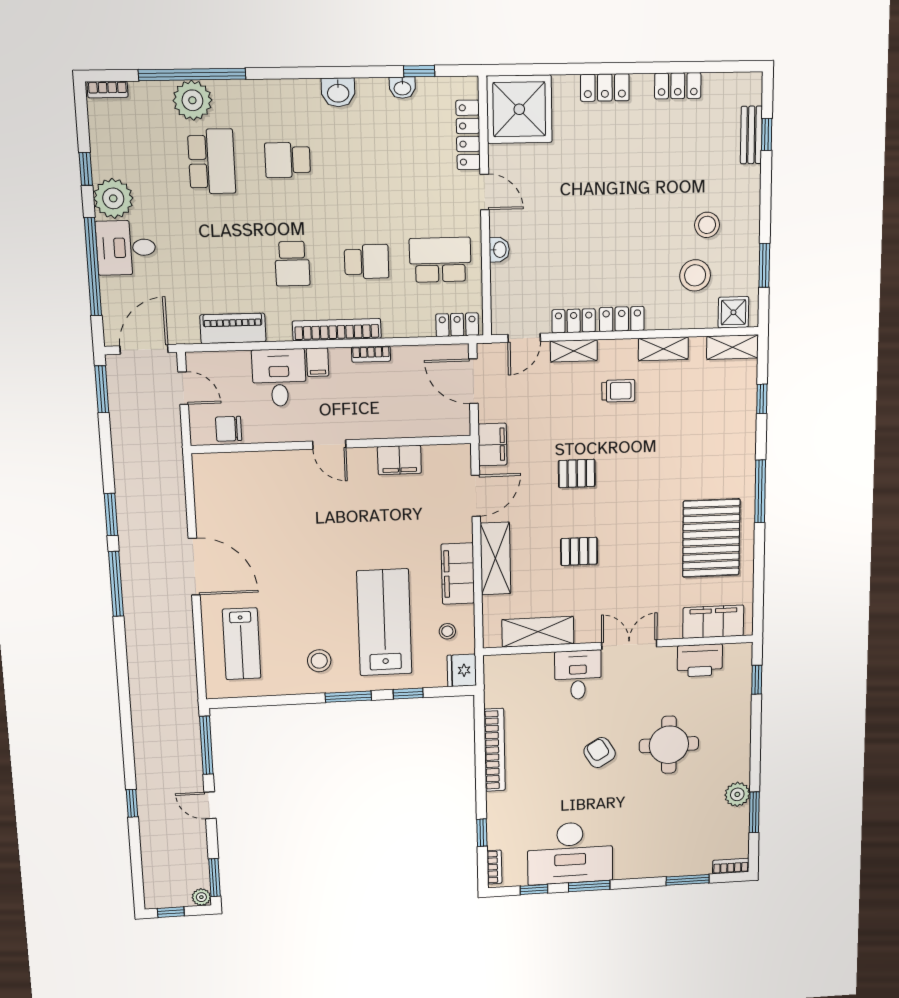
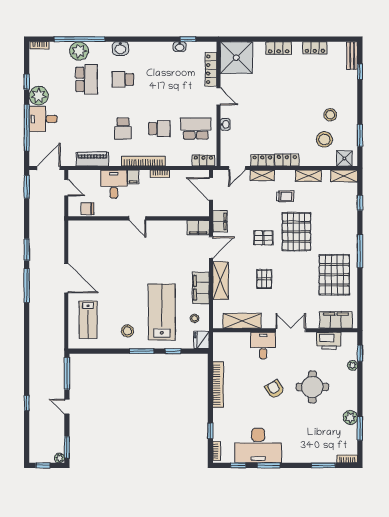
washbasin: (338, 92) -> (120, 48), moved
bench: (751, 135) -> (352, 56), moved
pallet: (640, 459) -> (296, 232), added
filing cabinet: (399, 460) -> (198, 228), moved
pallet: (579, 551) -> (264, 279), turned 90
plant: (743, 702) -> (352, 365), added

